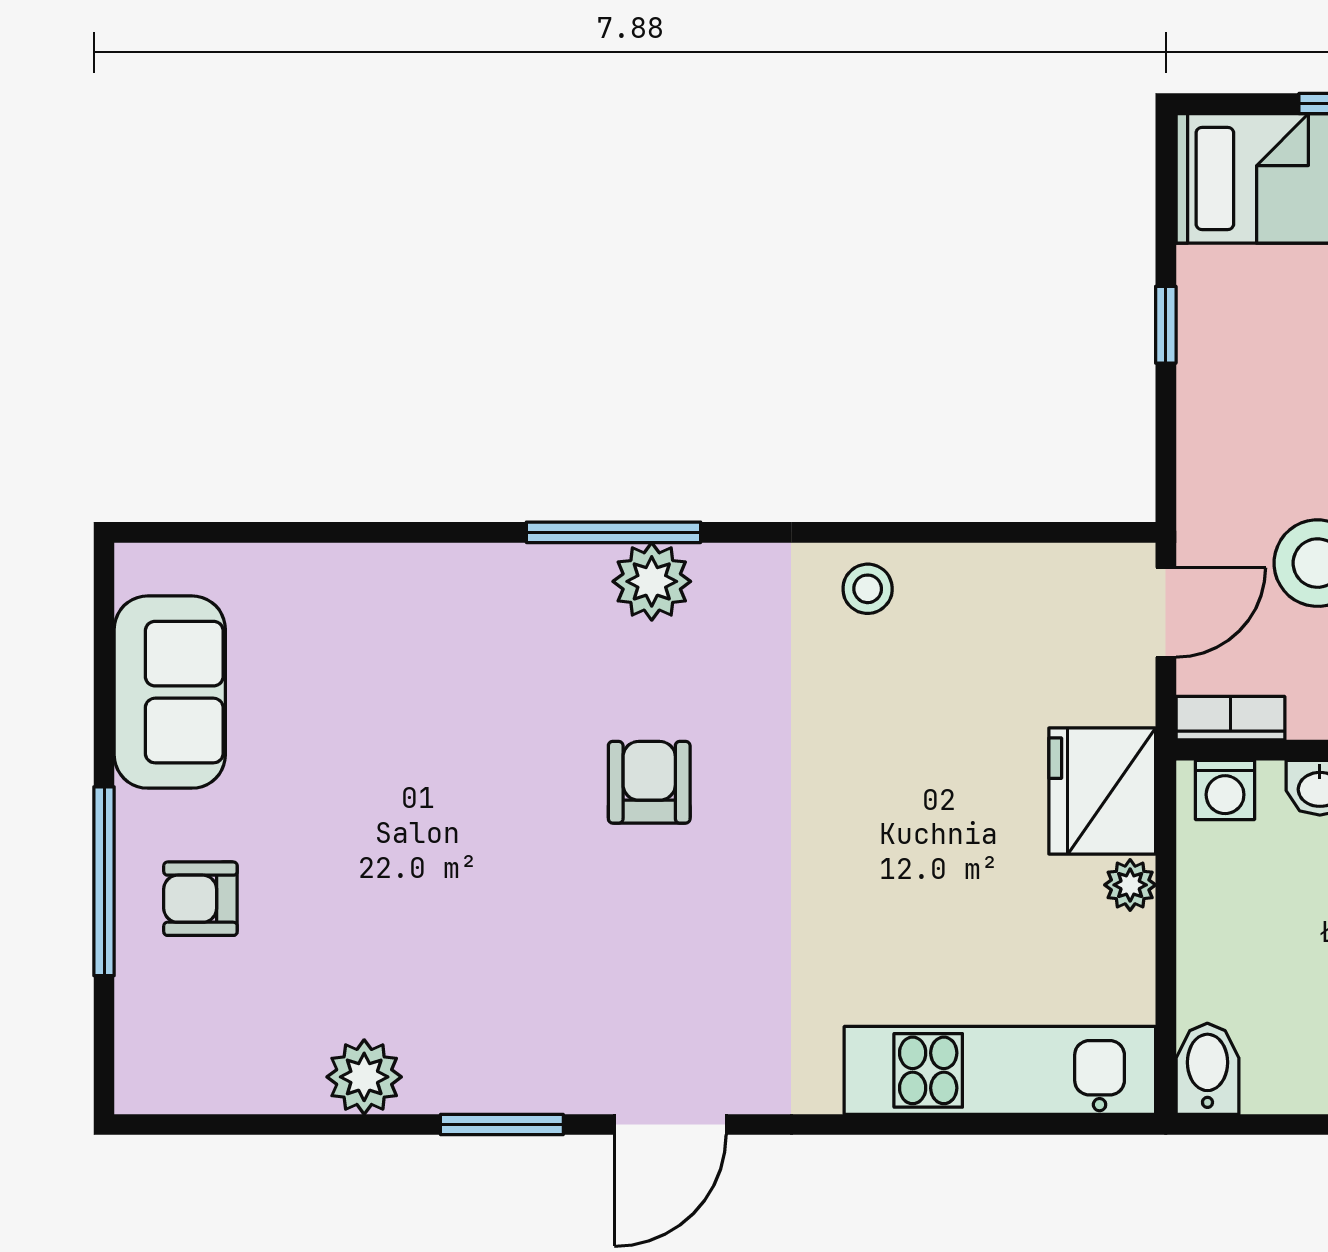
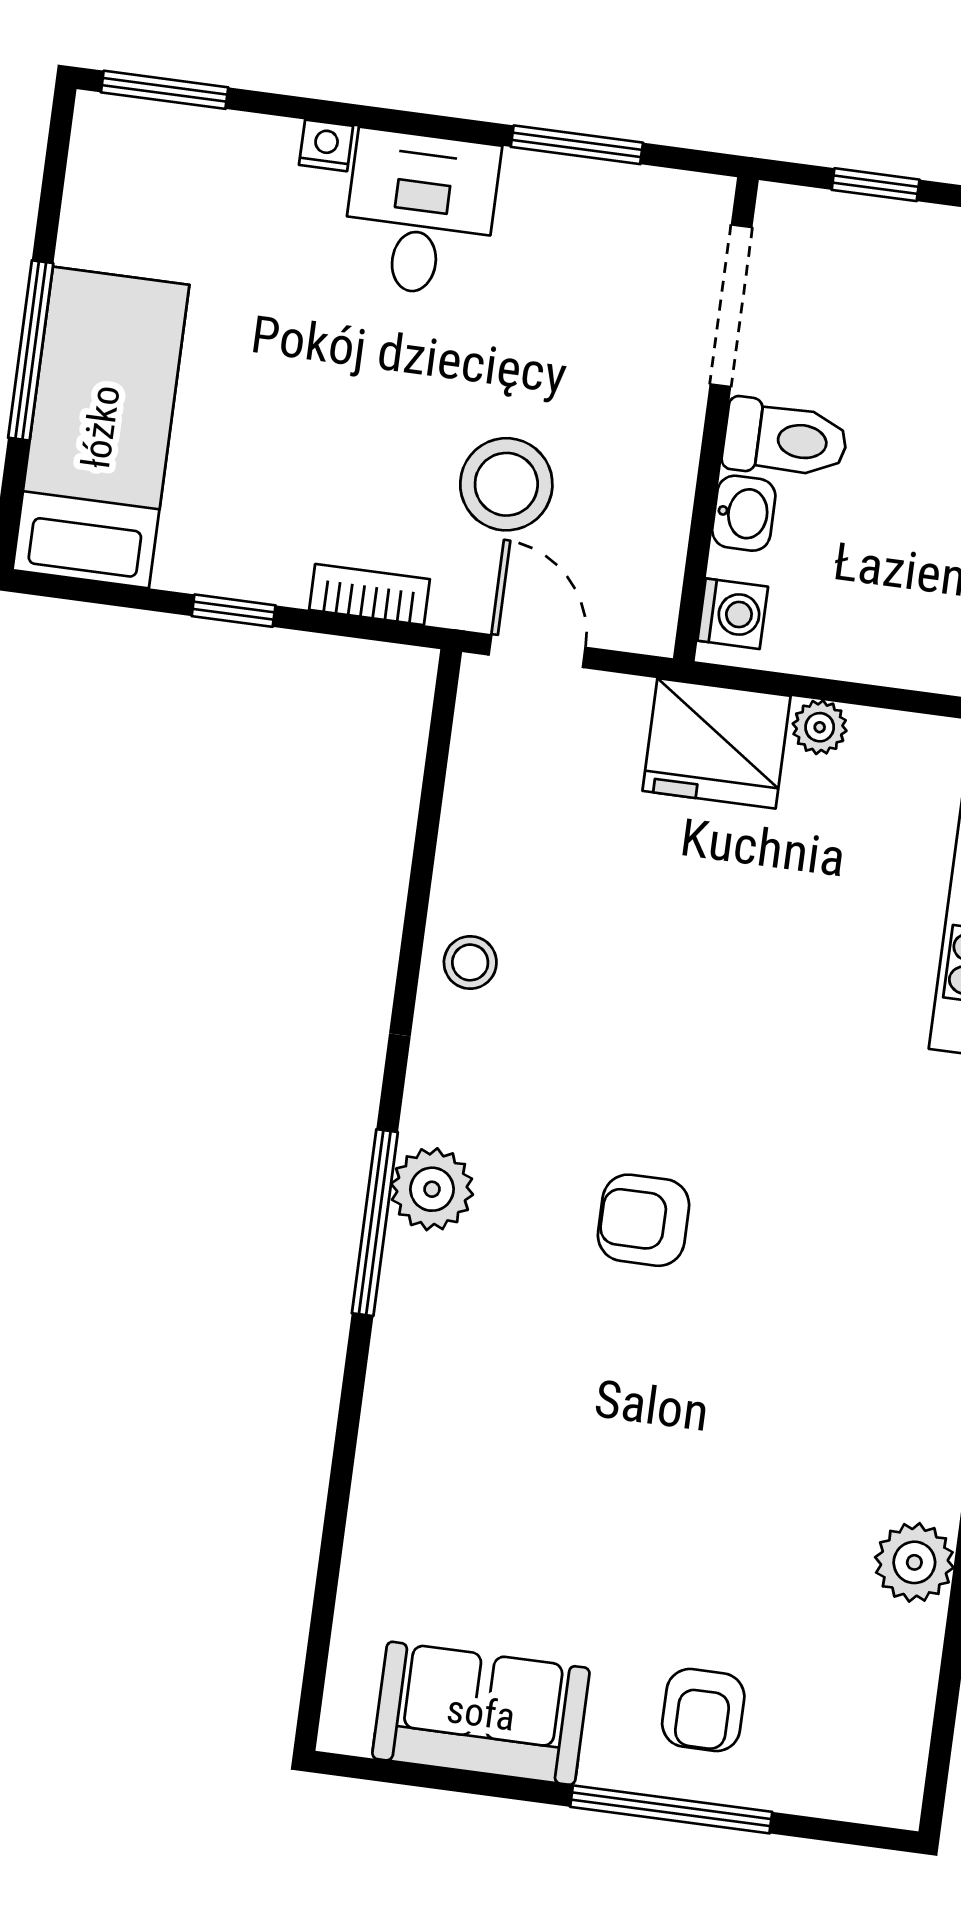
bookcase: (1230, 718) -> (370, 594), moved, turned 90

